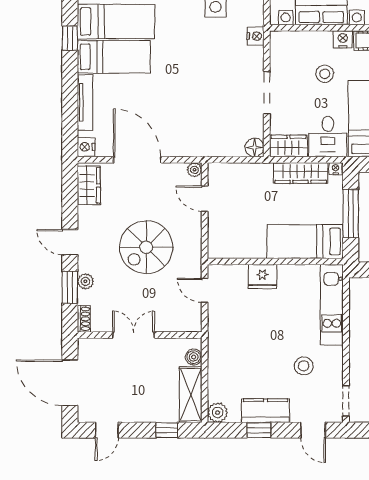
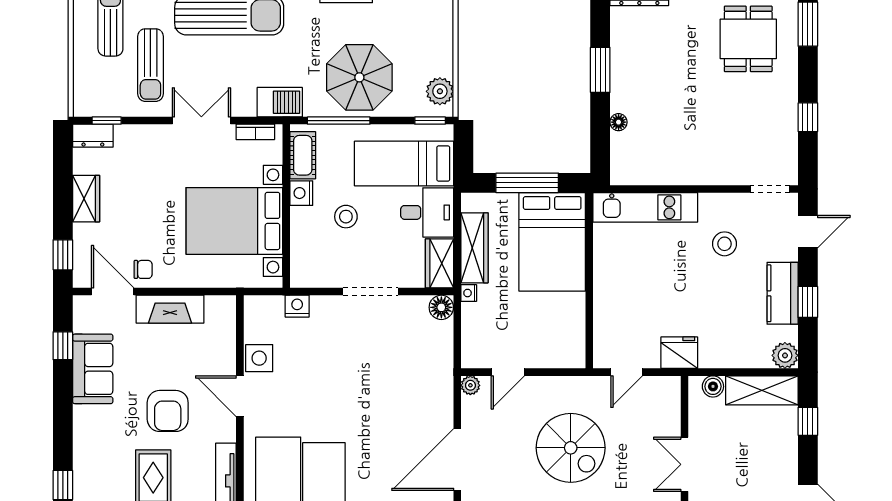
nightstand: (335, 169) -> (469, 293), moved
bed: (305, 242) -> (552, 242), width x1.50
fridge: (262, 276) -> (679, 353), moved, turned -90

